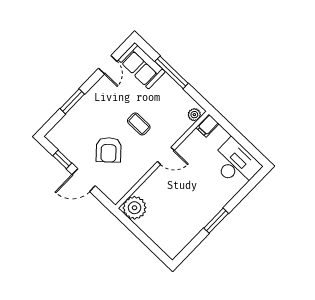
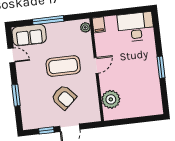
coffee table: (139, 124) -> (63, 66), width x1.86, depth x1.72
plant: (135, 208) -> (111, 99), moved

